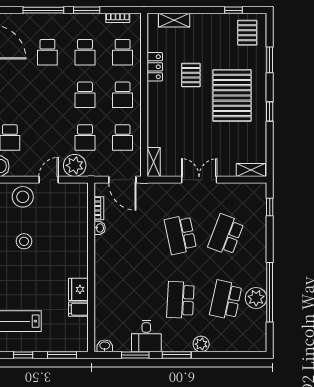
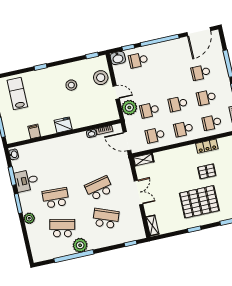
door: (122, 180) -> (127, 141), hinge flipped
fridge: (78, 289) -> (63, 125), moved
plant: (256, 298) -> (80, 245), moved

